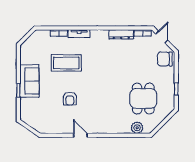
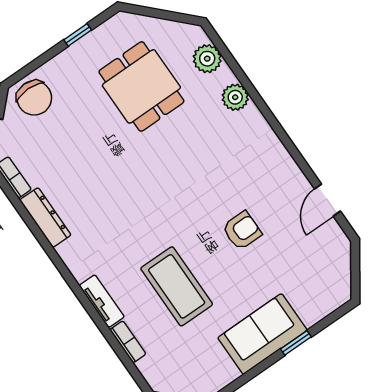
dining table: (143, 99) -> (141, 86), turned 90
plant: (117, 128) -> (235, 97), added
door: (80, 135) -> (327, 200), moved

